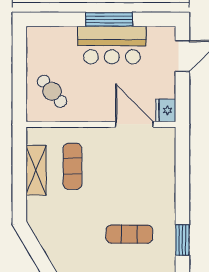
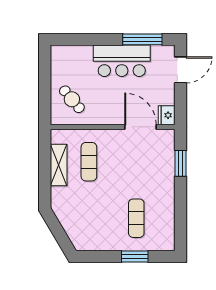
window: (109, 19) -> (142, 39), moved
exercise mat: (129, 234) -> (136, 218), turned 90
window: (182, 240) -> (181, 163), moved

